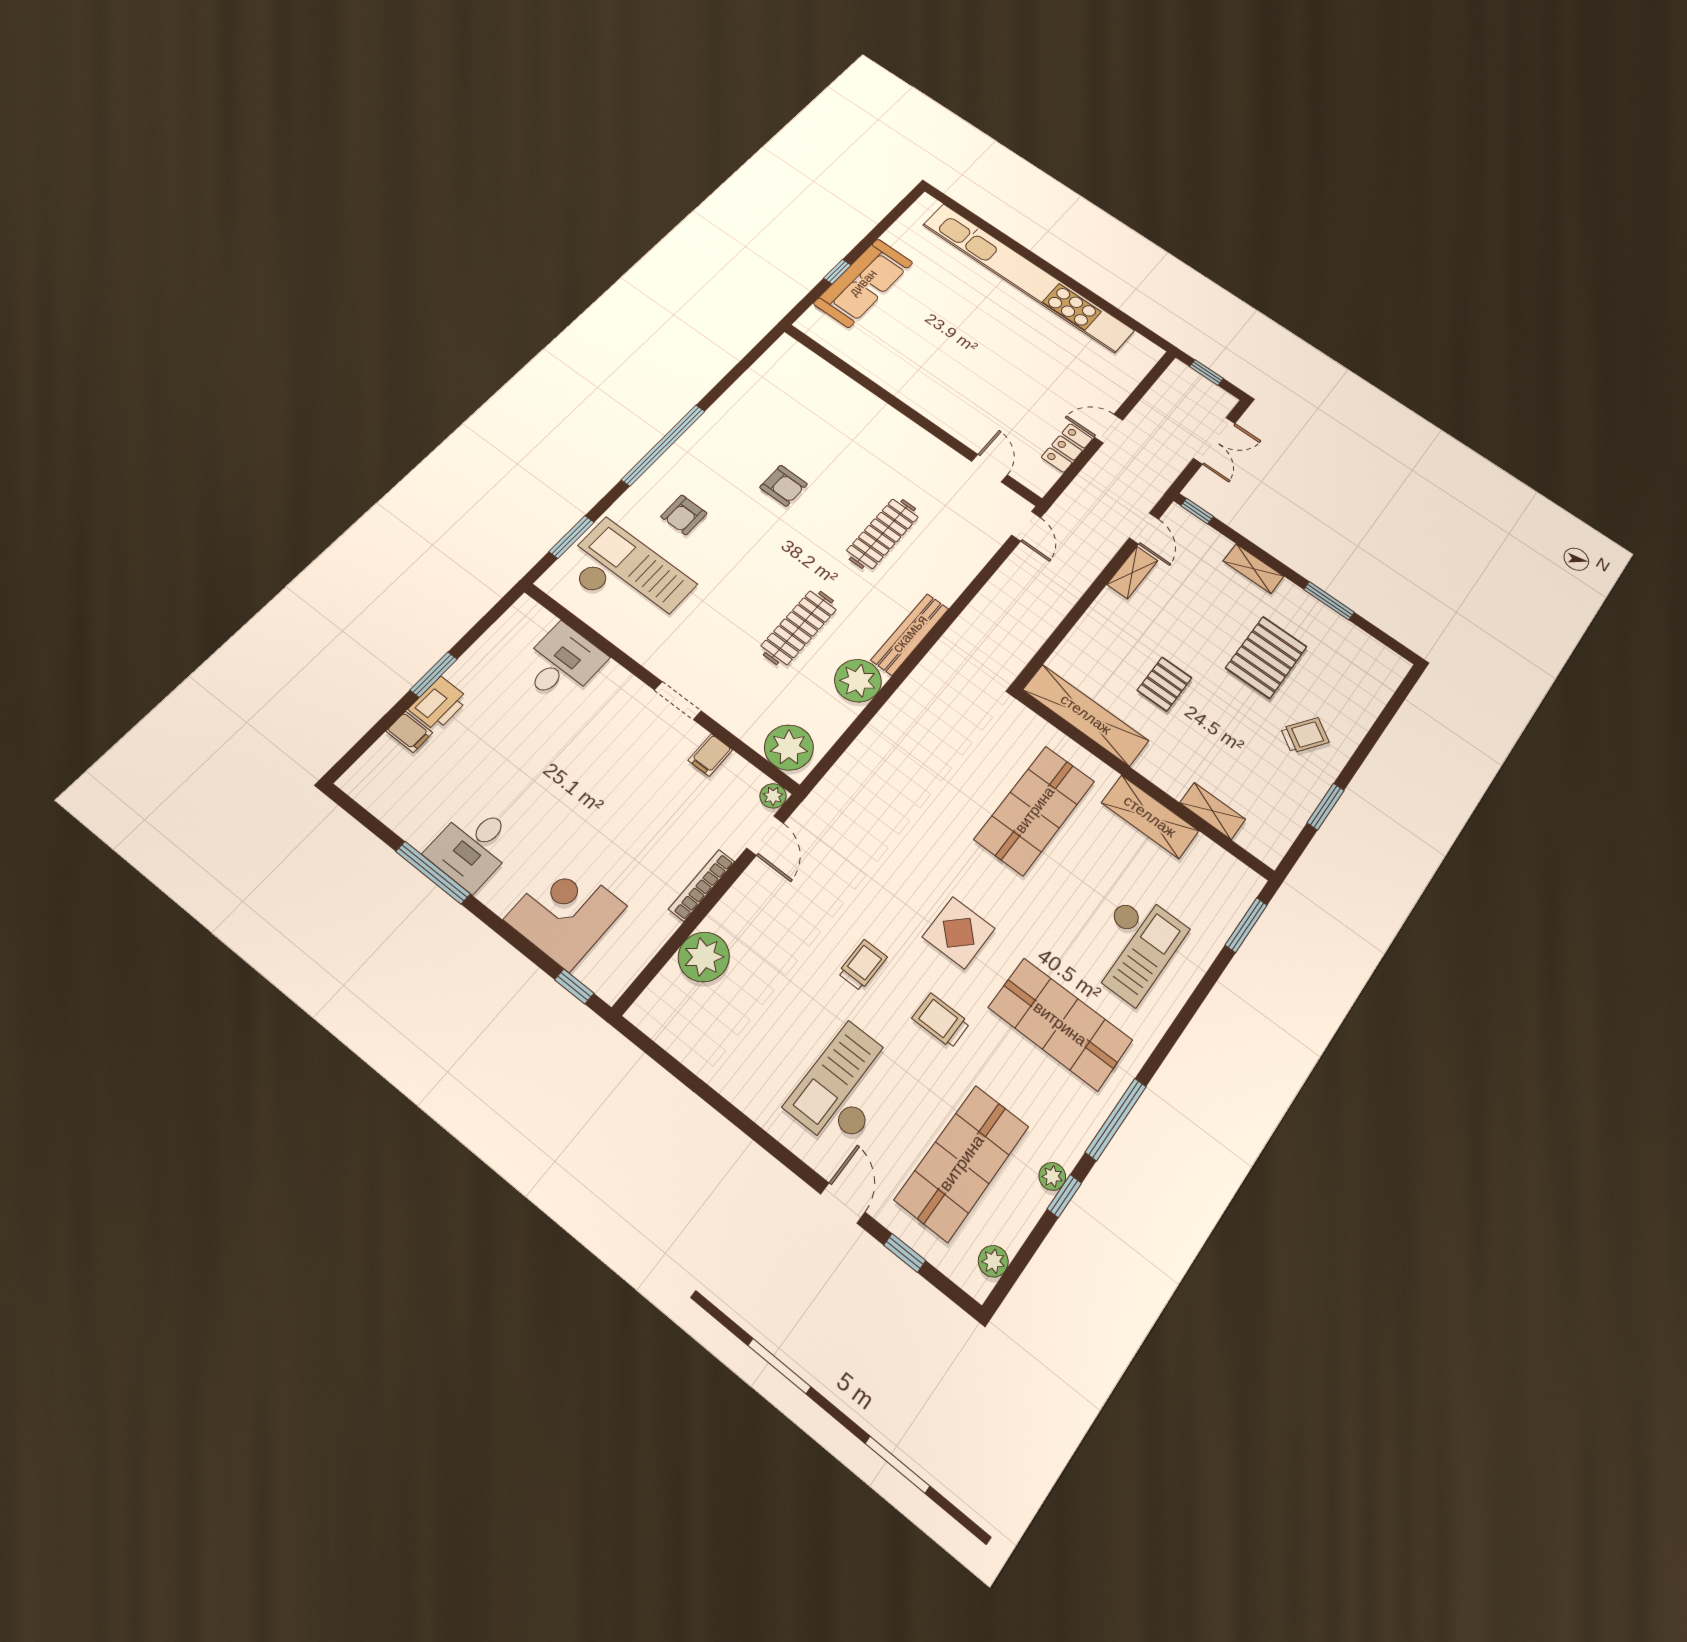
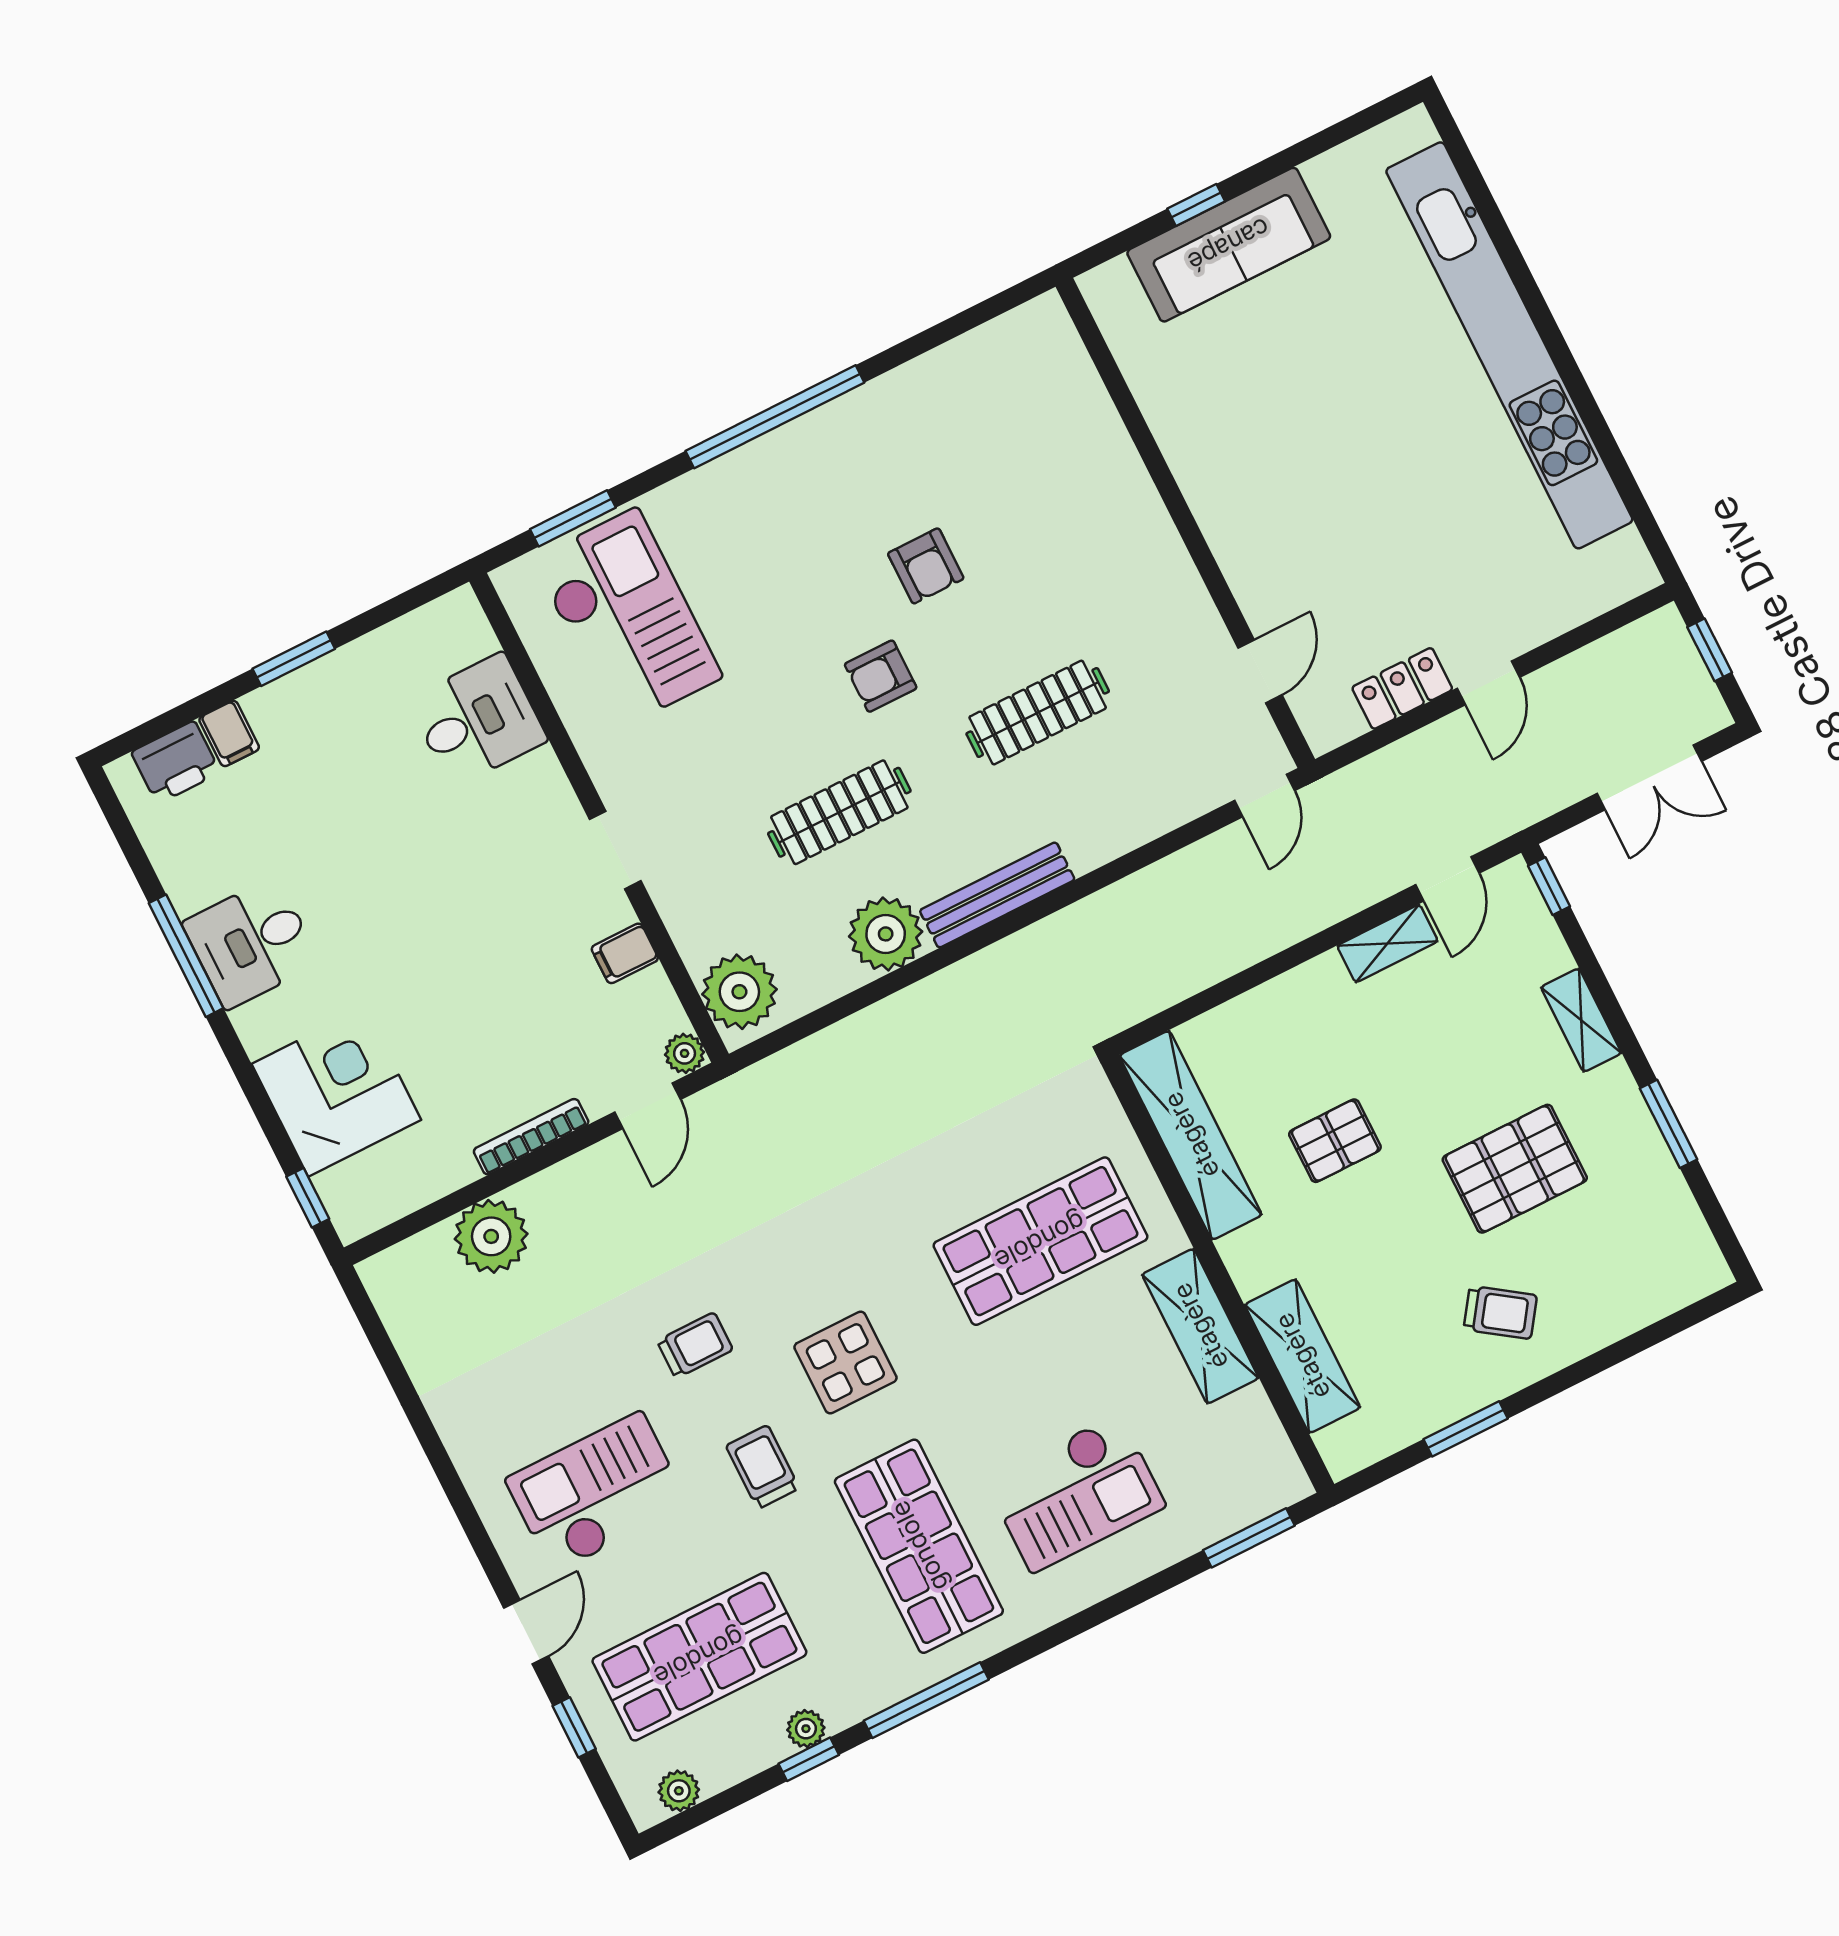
door: (1108, 429) -> (1488, 683), swing flipped
armchair: (684, 515) -> (881, 676), moved
printer: (439, 704) -> (176, 762), moved
shelving: (1213, 811) -> (1302, 1356), width x1.50, depth x1.33

